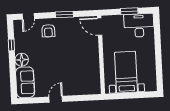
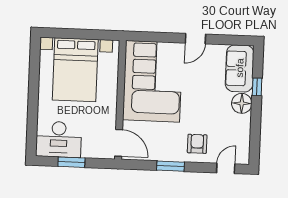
window: (11, 45) -> (257, 87), moved
corner sofa: (81, 69) -> (153, 81), added
bed with nightstands: (126, 72) -> (75, 70), width x1.36

